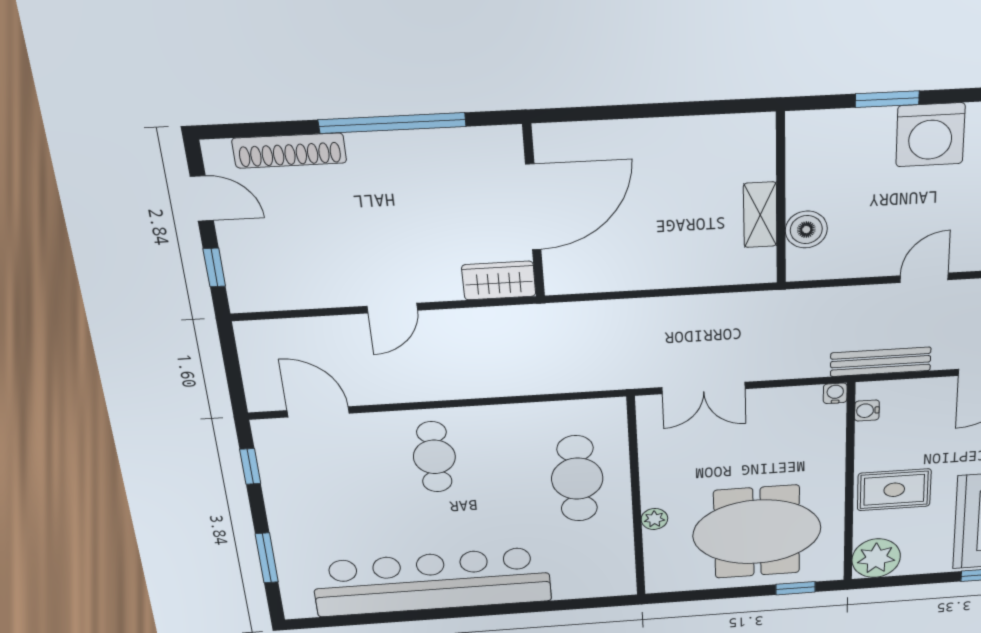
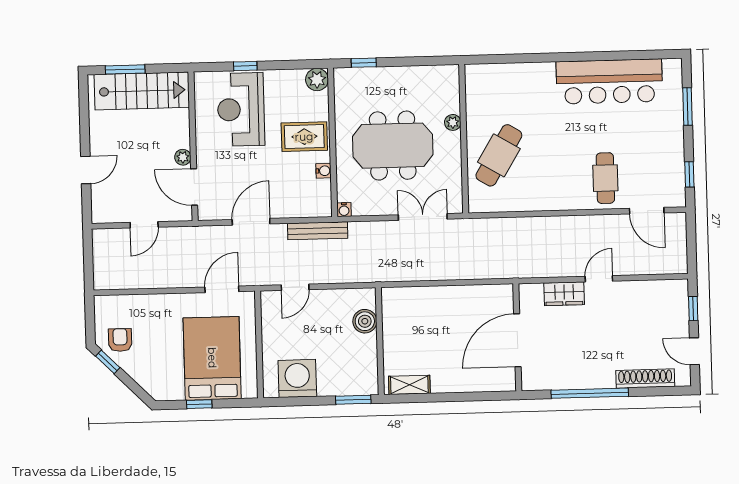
window: (887, 99) -> (353, 400), moved
shelving: (760, 215) -> (409, 385), moved, turned 90
wardrobe: (499, 281) -> (564, 294), moved
water cooler: (867, 411) -> (323, 171), moved
cafe table: (434, 457) -> (605, 178), moved
cafe table: (577, 479) -> (499, 155), turned 31
meeting table: (757, 532) -> (393, 146), moved
plant: (876, 558) -> (317, 80), width x0.73, depth x0.73
bar counter: (432, 582) -> (609, 82), width x0.73

